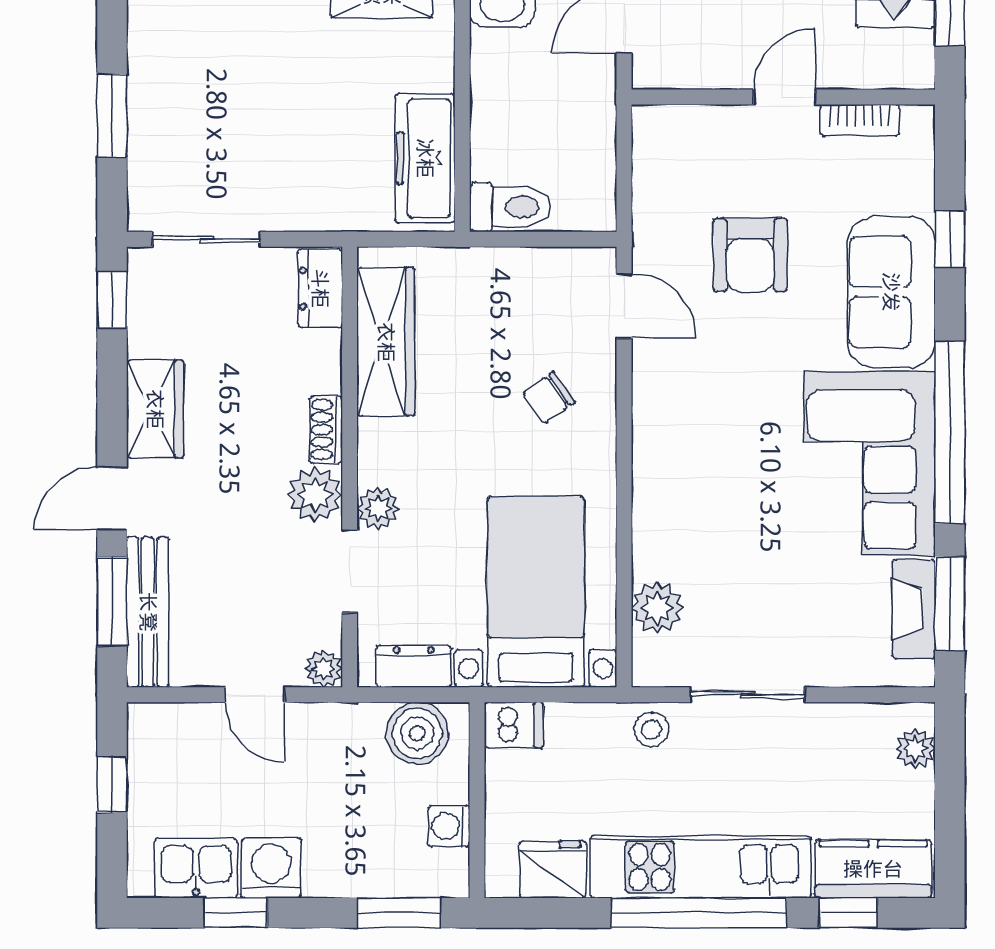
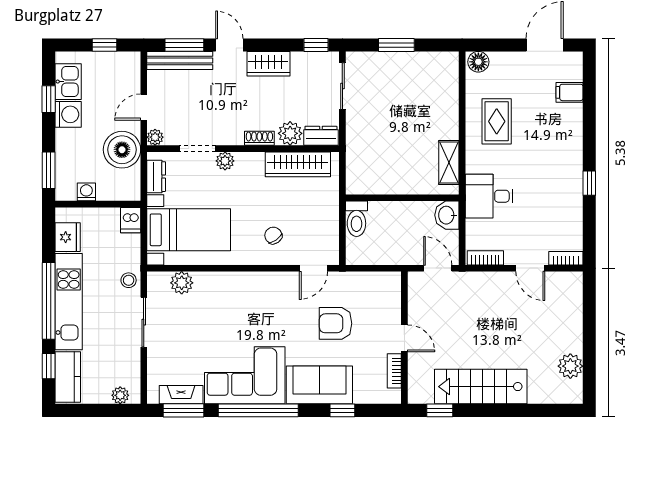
freezer: (425, 158) -> (378, 181), removed
plant: (315, 495) -> (290, 133), moved
boiler: (417, 733) -> (122, 150), moved, width x1.37, depth x1.37

